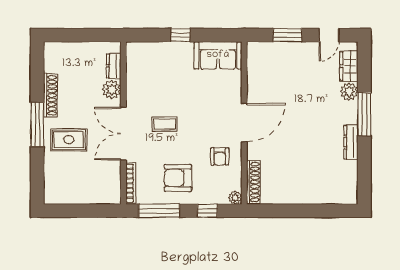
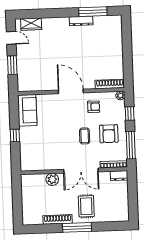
dresser: (114, 66) -> (119, 176), moved
plant: (349, 92) -> (48, 23), removed
window: (364, 114) -> (93, 12), moved
coffee table: (165, 124) -> (85, 136), moved

